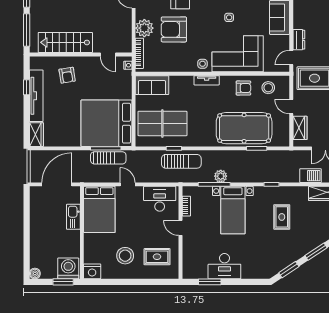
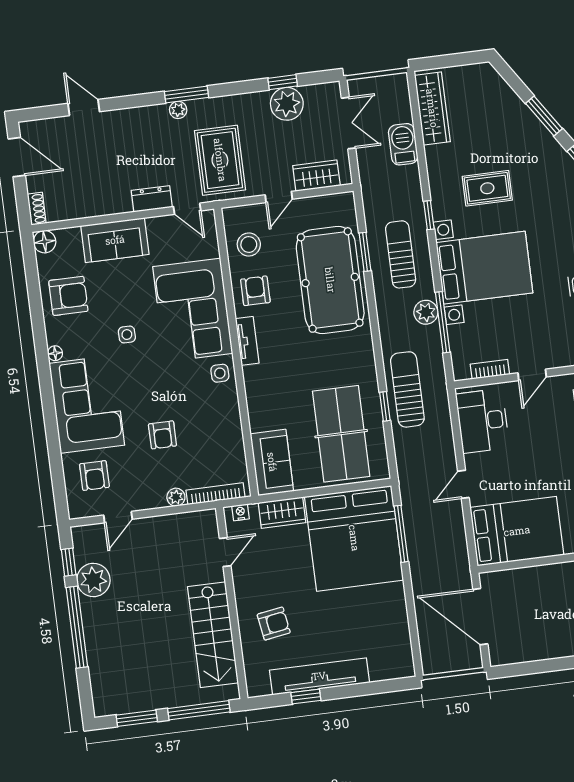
plant: (144, 28) -> (176, 497), width x0.53, depth x0.53
armchair: (174, 29) -> (162, 435), width x0.53, depth x0.53
tv unit: (207, 80) -> (247, 341), moved
wardrobe: (36, 135) -> (282, 513), moved, turned 180
sun lounger: (108, 158) -> (401, 254), moved
bed with nightstands: (233, 210) -> (484, 268), width x1.36
kitchen sink: (73, 217) -> (537, 578), removed

